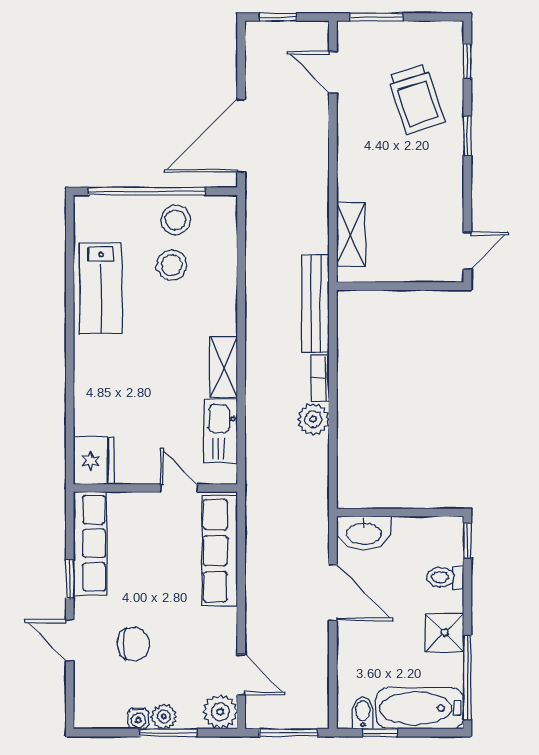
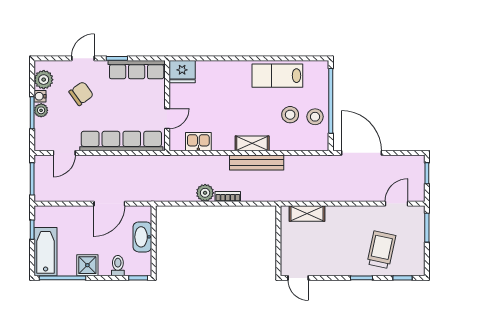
trolley: (417, 100) -> (381, 250), turned 120
bench: (315, 304) -> (257, 163), moved
shelving: (224, 367) -> (252, 143), moved
kitchen sink: (221, 431) -> (198, 142), width x0.73
washbasin: (364, 533) -> (142, 237), moved
row of seats: (220, 551) -> (121, 141), width x1.36
chair: (133, 644) -> (81, 94), turned -126
plant: (220, 712) -> (44, 80), moved
bidet: (363, 713) -> (43, 220), removed

